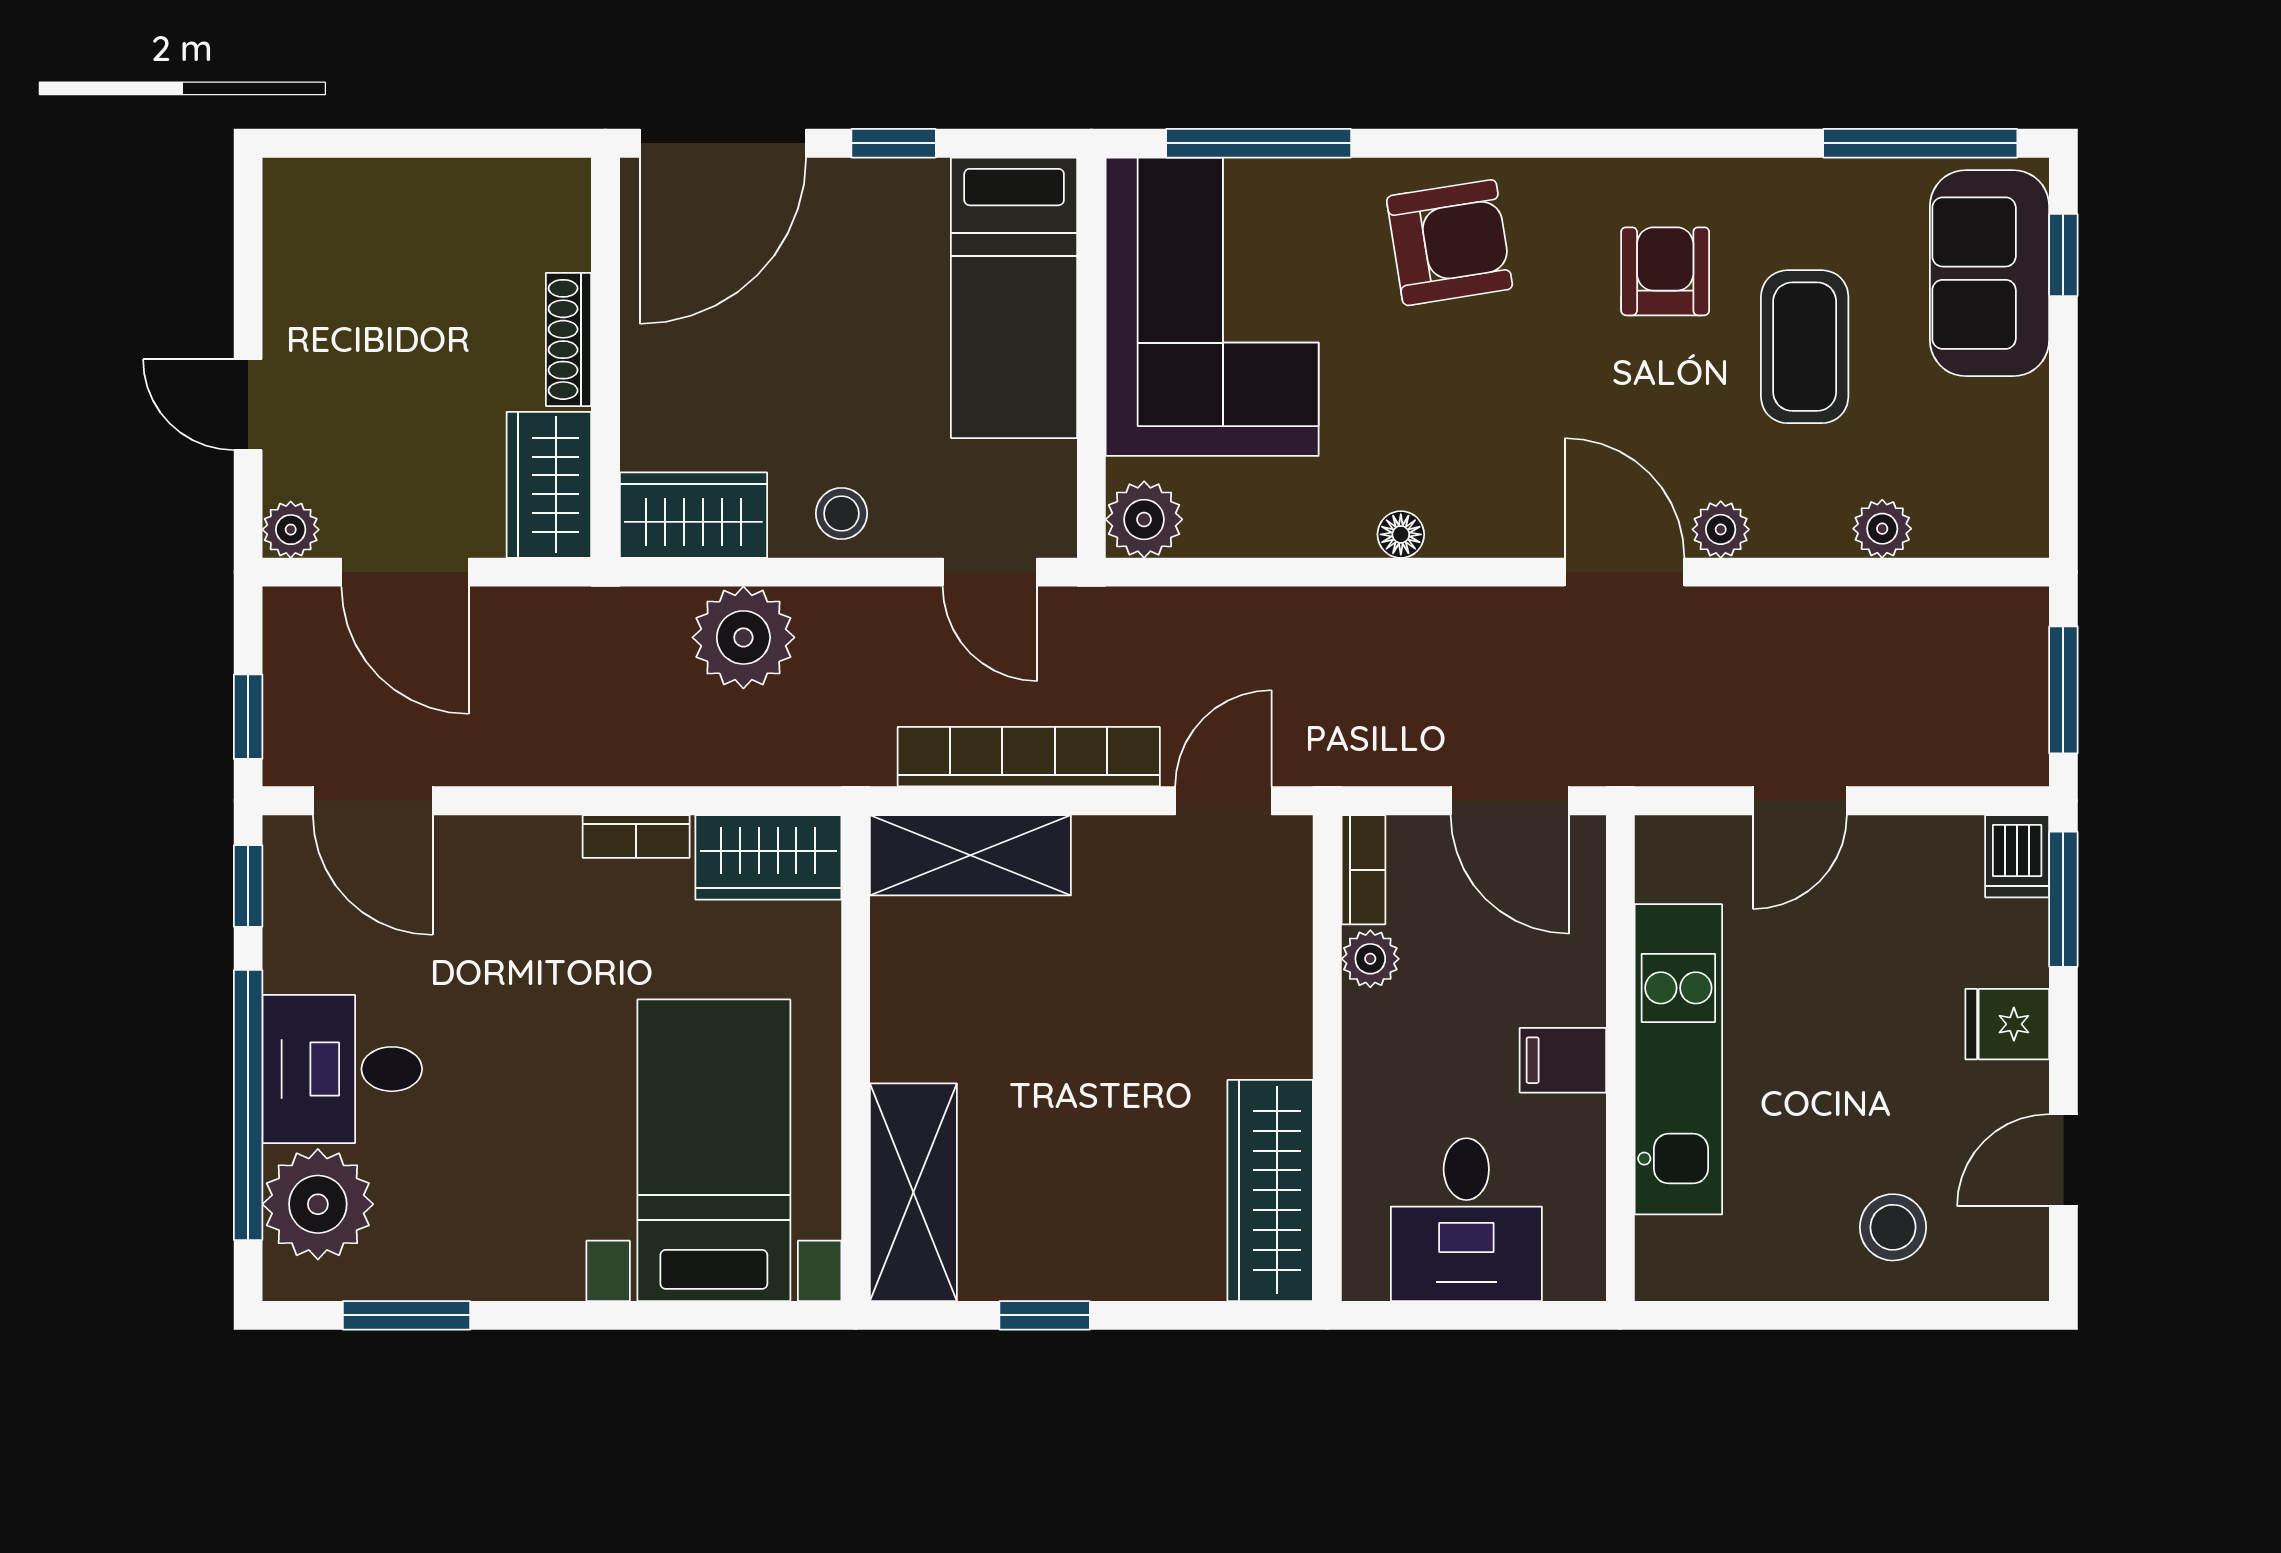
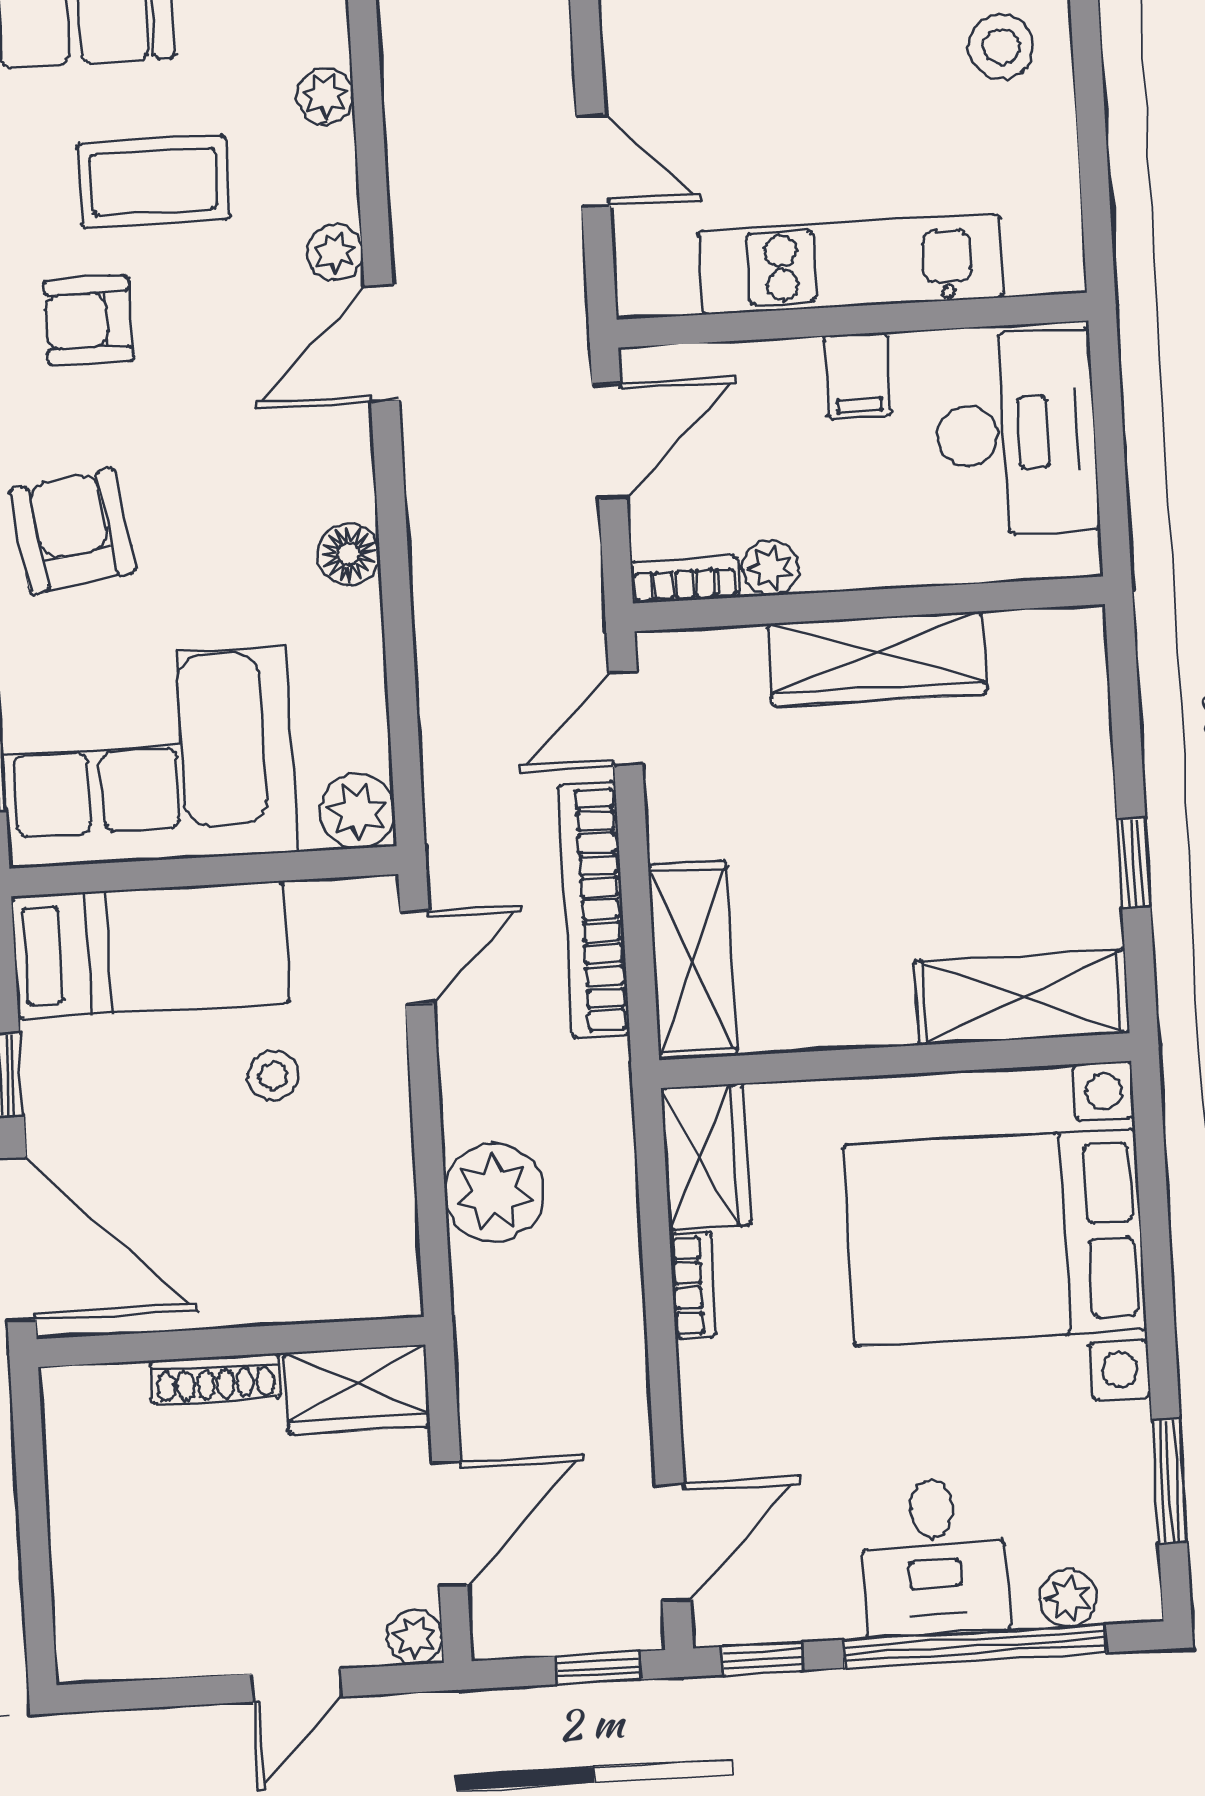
stool: (841, 513) -> (273, 1075), moved
wardrobe: (693, 515) -> (378, 1248), removed
floor lamp: (1401, 534) -> (349, 554), width x1.37, depth x1.37
door: (1223, 801) -> (626, 719), hinge flipped
bed with nightstands: (714, 1150) -> (995, 1237), width x1.36
wardrobe: (1270, 1190) -> (877, 659), moved
plant: (318, 1204) -> (1068, 1598), width x0.53, depth x0.53
desk: (1466, 1220) -> (1016, 433), width x1.37

